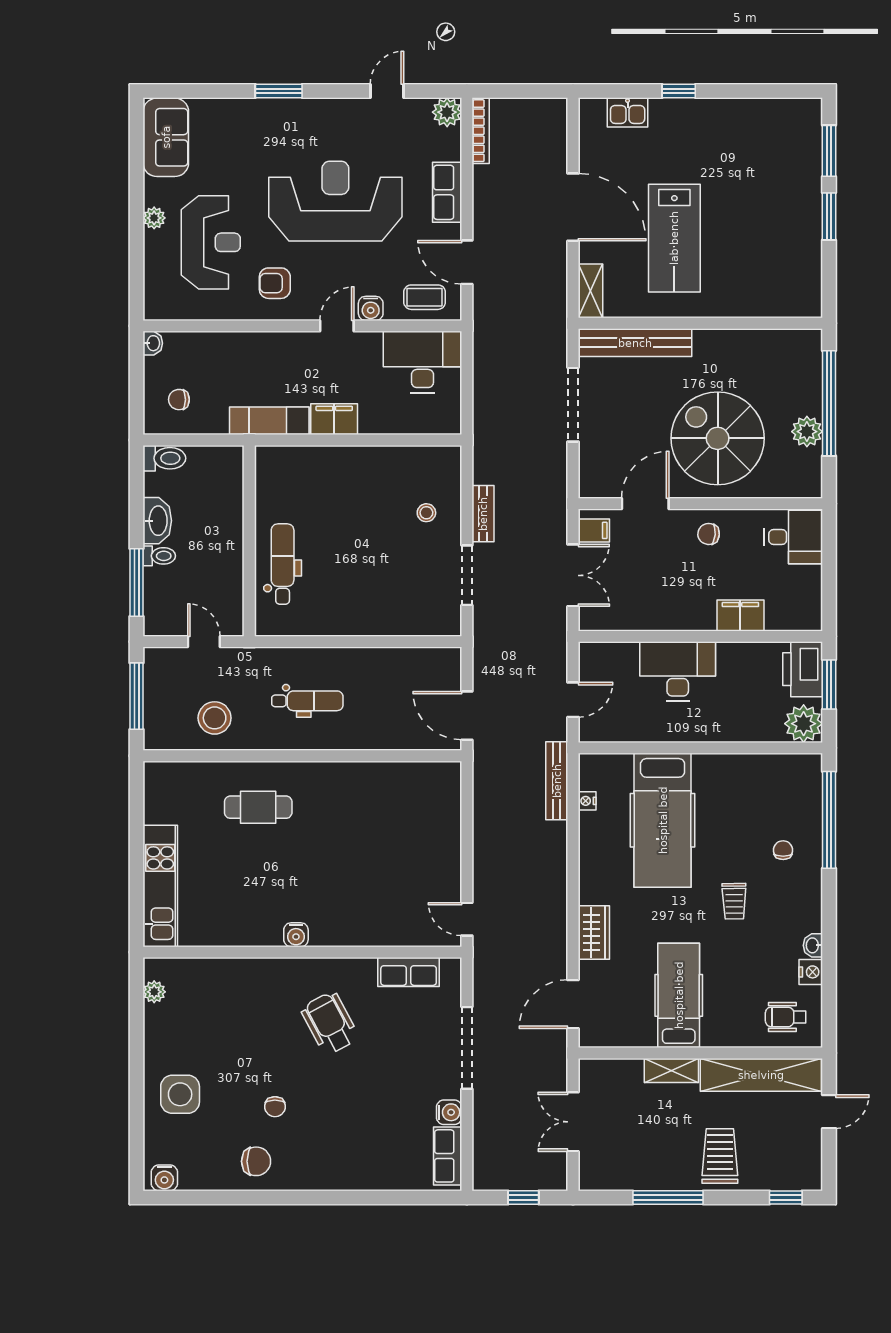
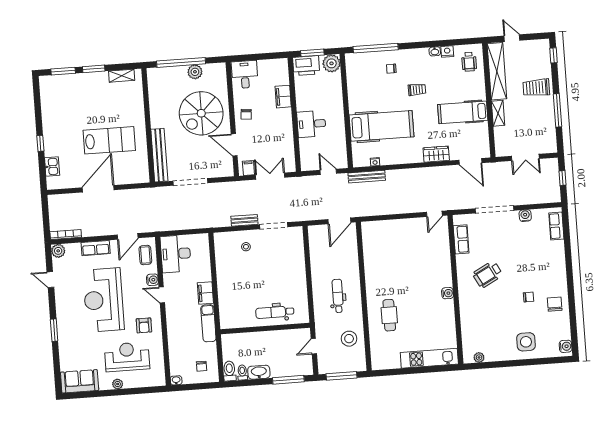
shelving: (590, 291) -> (122, 76), moved
toilet: (159, 556) -> (242, 372), moved
desk: (678, 671) -> (311, 124), width x0.73
row of seats: (448, 1156) -> (556, 226), moved, turned 90

